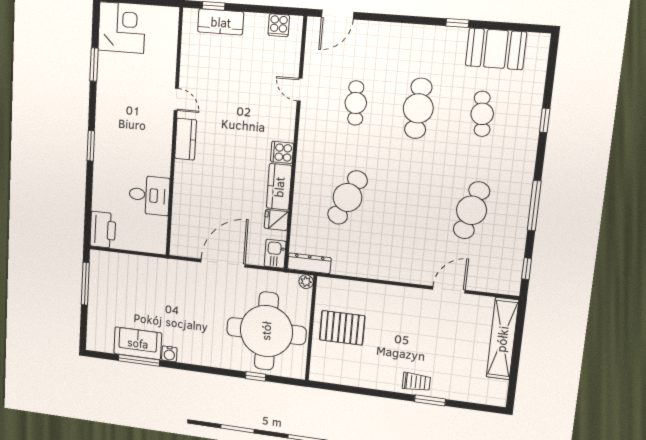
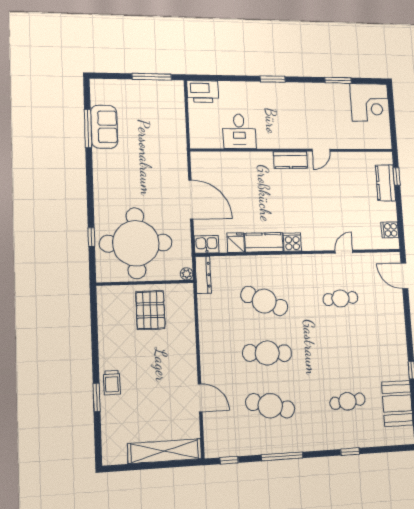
cafe table: (418, 108) -> (267, 353), moved
water cooler: (169, 354) -> (99, 156), removed

